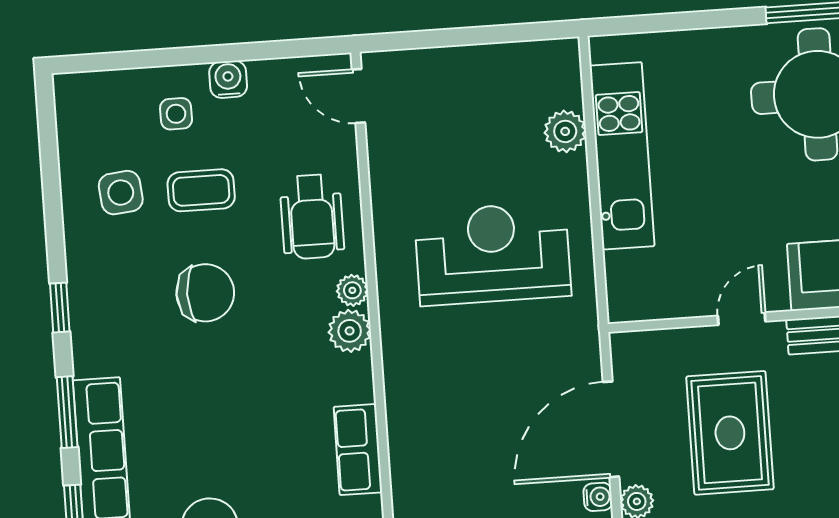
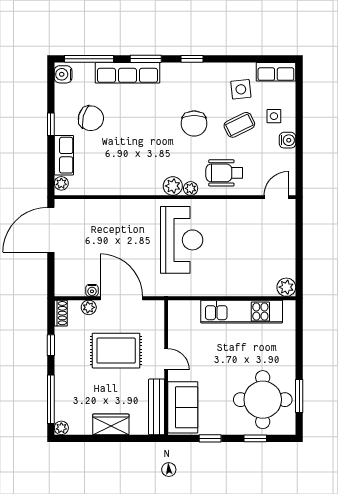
plant: (565, 131) -> (286, 287), moved
coffee table: (201, 190) -> (239, 125), turned 64
reception desk: (493, 254) -> (182, 240), moved
row of seats: (358, 450) -> (276, 72), moved, turned 180

